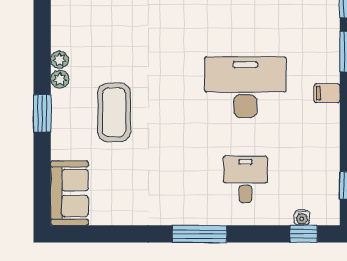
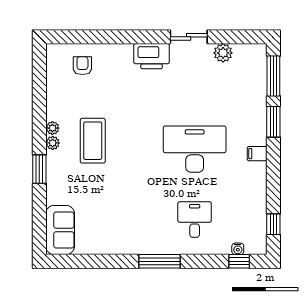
coffee table: (114, 112) -> (93, 141), moved

